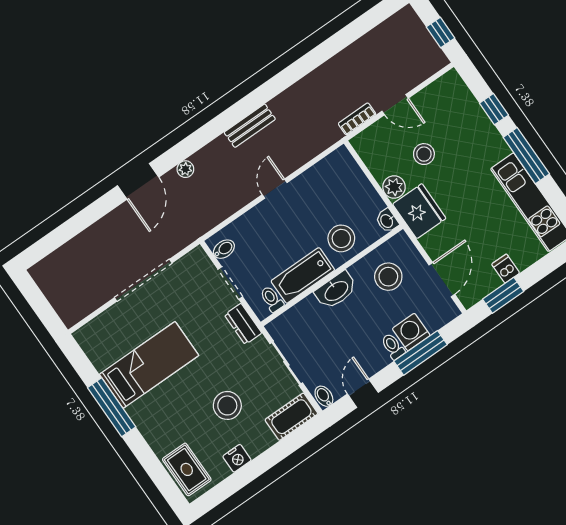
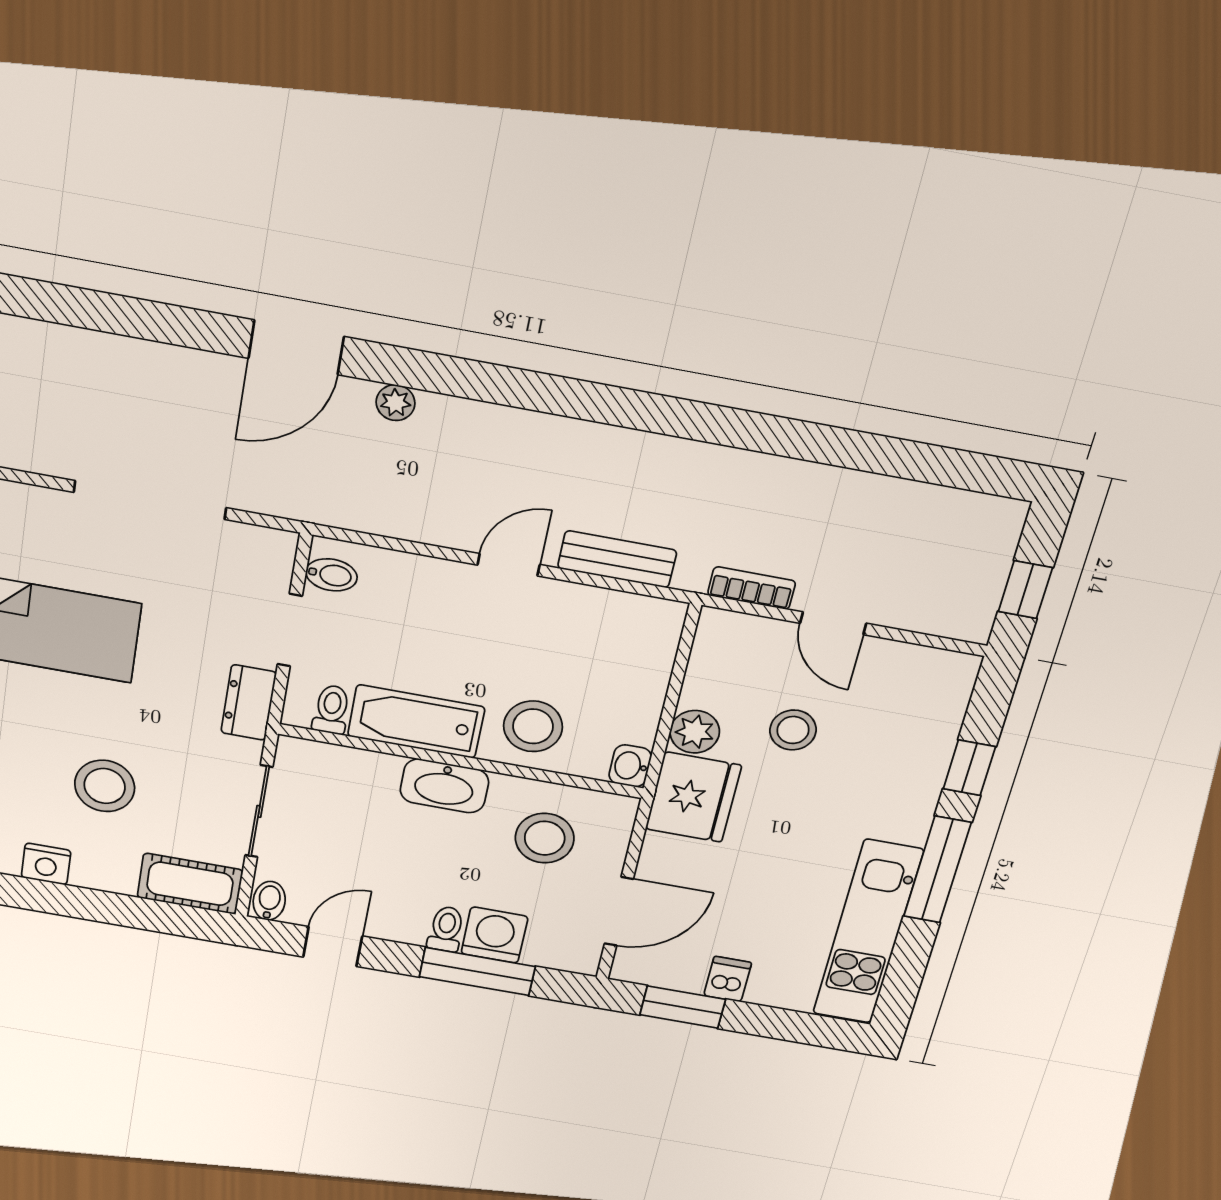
bench: (250, 126) -> (617, 559), moved

